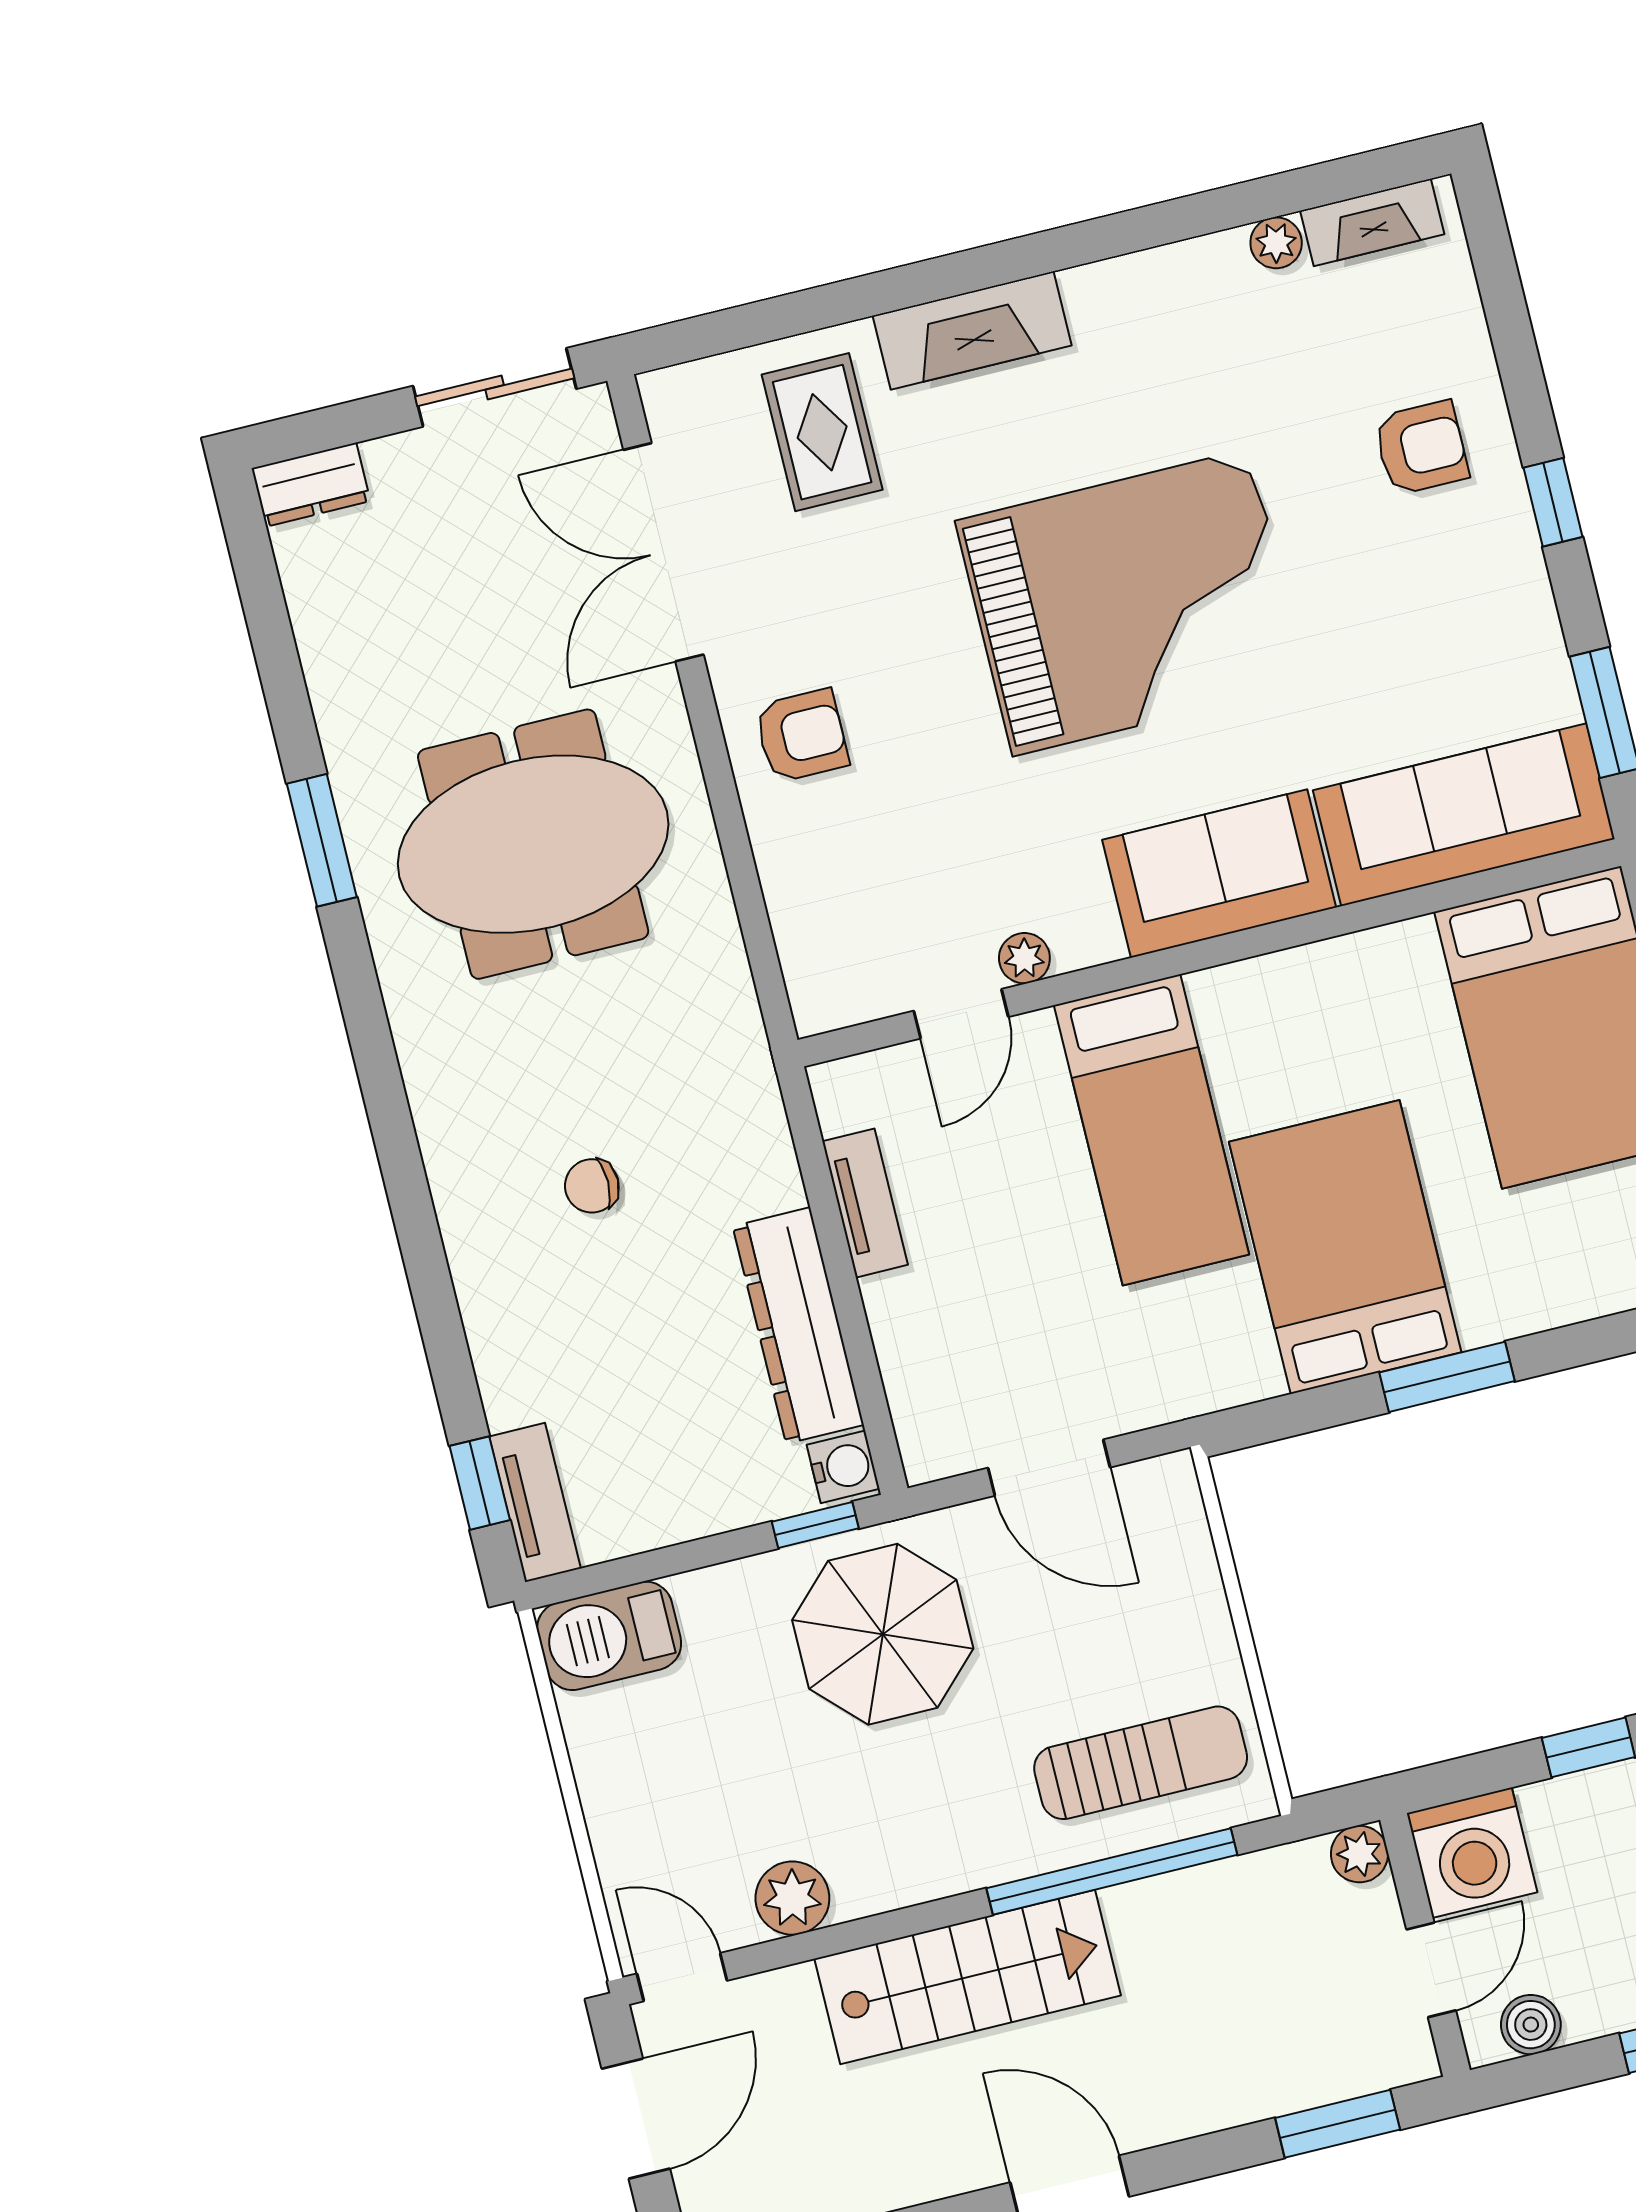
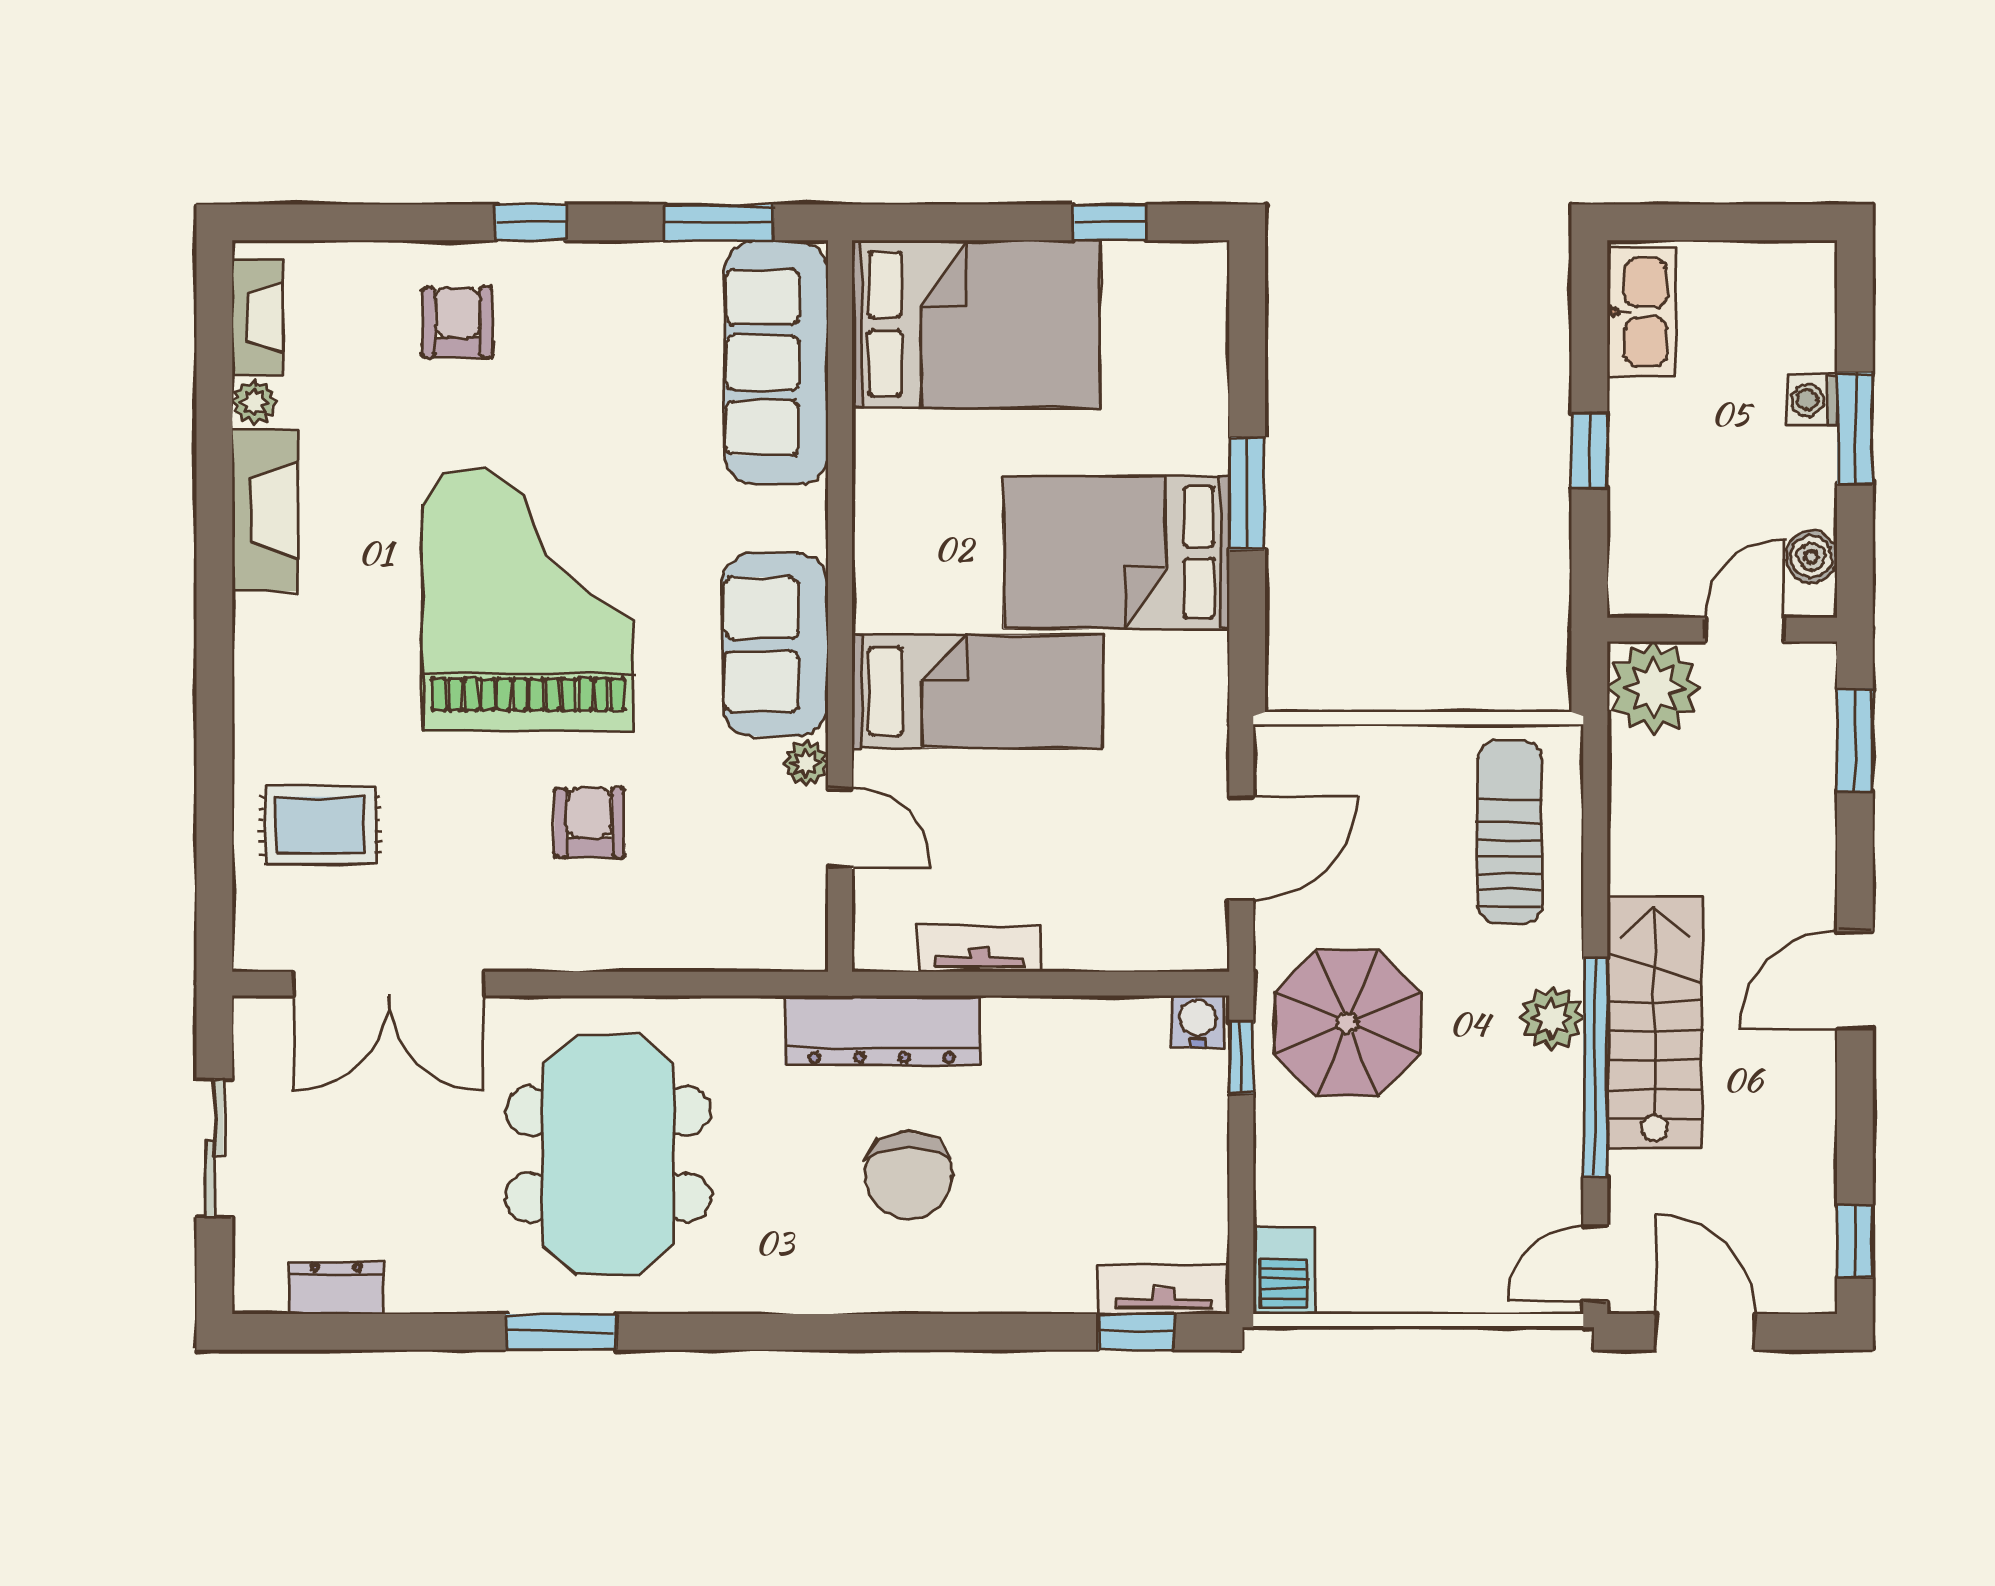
fireplace: (972, 331) -> (265, 510), moved
sliding door: (495, 387) -> (214, 1148), moved
dresser: (311, 485) -> (336, 1288), moved, turned -90
armchair: (802, 736) -> (589, 823), moved
sofa: (1219, 874) -> (775, 645), moved
chair: (592, 1186) -> (909, 1176), width x1.87, depth x1.87
dresser: (798, 1326) -> (882, 1030), moved
barbecue: (609, 1636) -> (1284, 1271), width x0.73, depth x0.79
washing machine: (1472, 1853) -> (1654, 571), removed
plant: (1359, 1854) -> (1653, 688), width x1.87, depth x1.87
window: (1112, 1872) -> (1595, 1067), moved
plant: (792, 1898) -> (1551, 1019), moved
door: (1431, 1970) -> (1745, 630), hinge flipped

